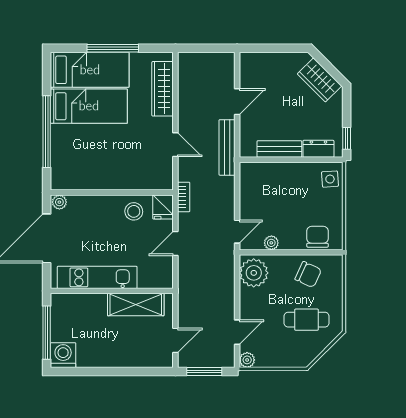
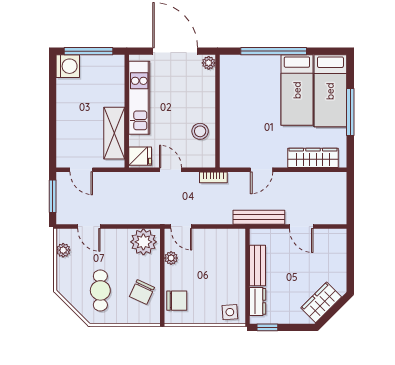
fridge: (163, 207) -> (140, 156), moved, turned 180
plant: (247, 360) -> (63, 250), moved

